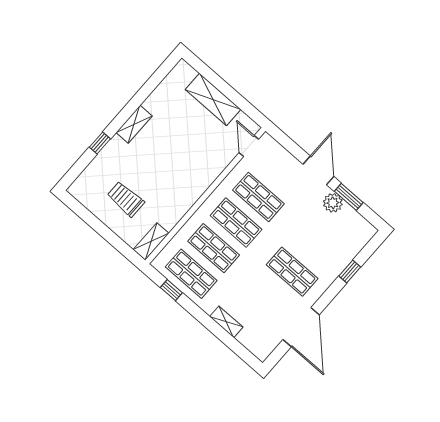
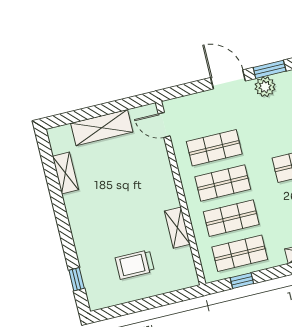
shelving: (134, 124) -> (66, 173), moved
window: (100, 143) -> (77, 279), moved
shelving: (151, 241) -> (177, 228), moved

